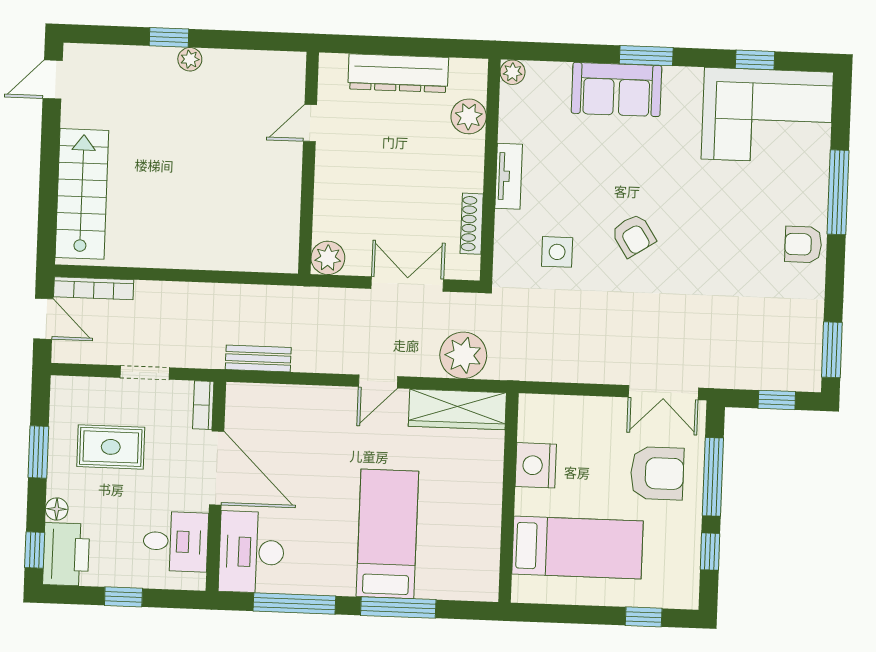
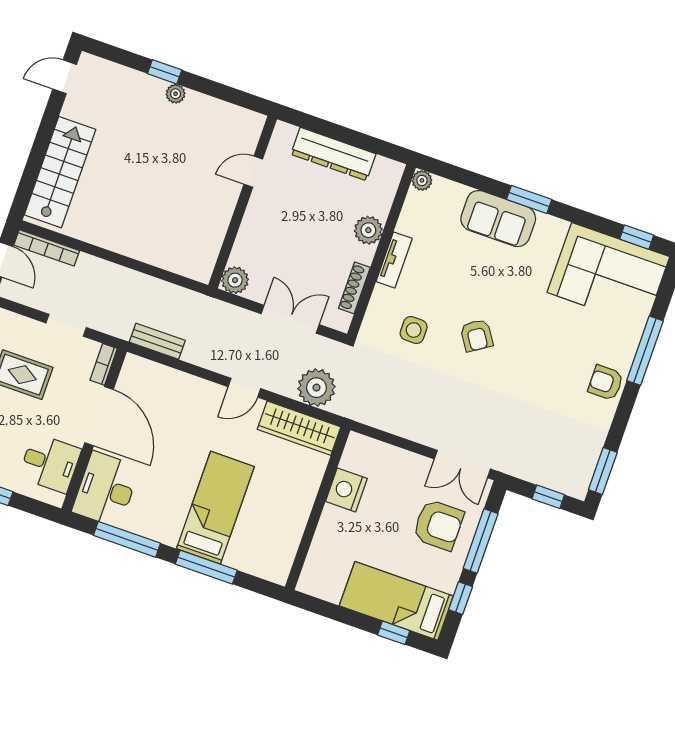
window: (755, 60) -> (637, 237), moved
plant: (469, 116) -> (368, 230), moved
bed: (577, 548) -> (396, 601), moved, turned 180

